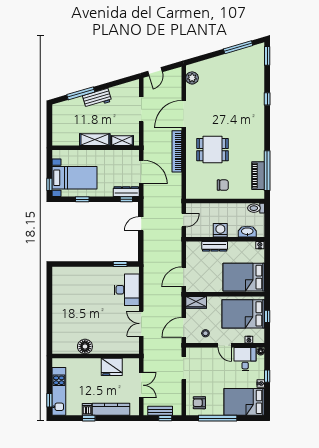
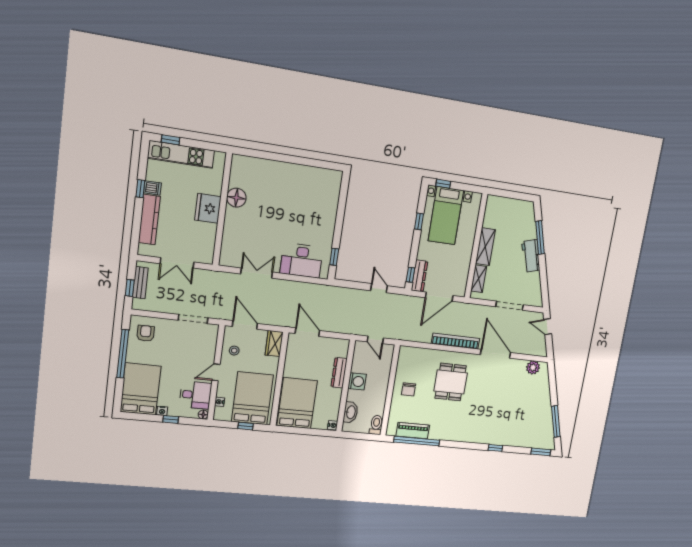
fridge: (112, 367) -> (208, 208), moved

